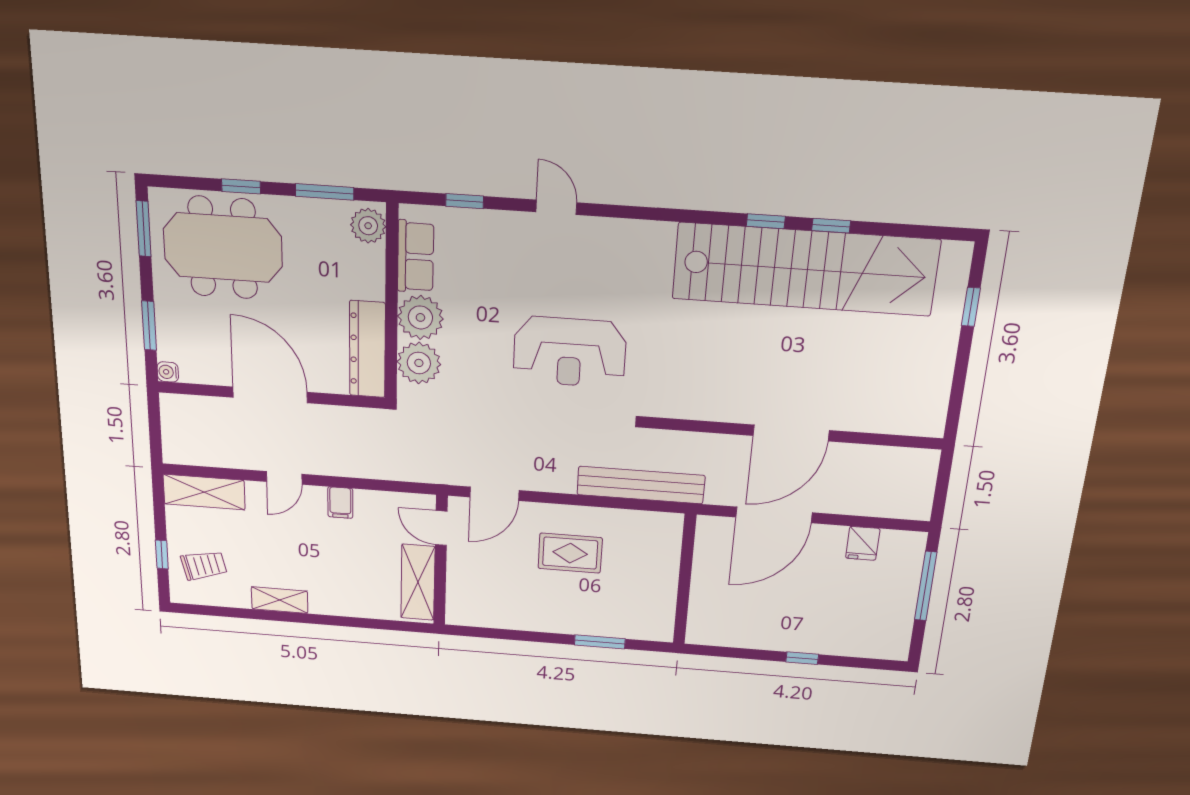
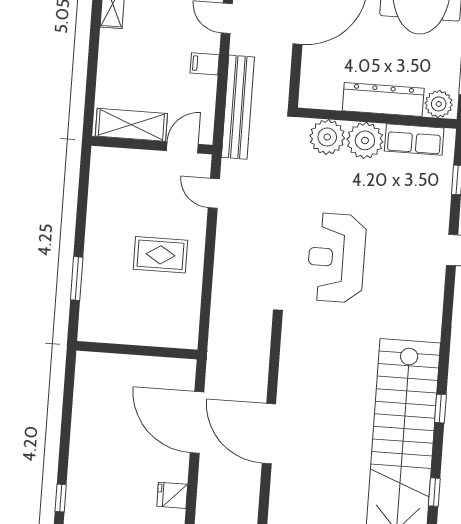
window: (831, 226) -> (434, 492), moved
dresser: (367, 349) -> (383, 99), moved
bench: (641, 485) -> (238, 107), moved
door: (494, 494) -> (214, 193), width x0.73
rug: (570, 553) -> (160, 255), turned 90
window: (802, 658) -> (61, 498), moved

